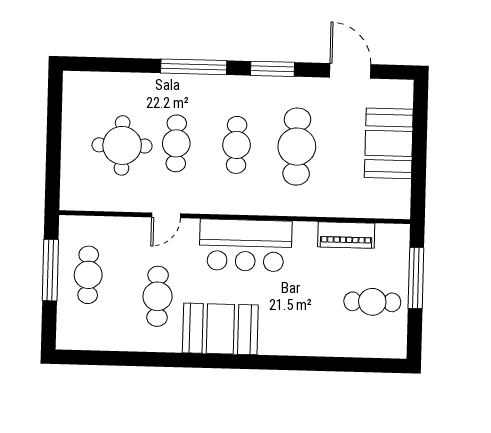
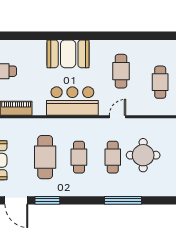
window: (194, 67) -> (123, 200), moved
window: (272, 69) -> (47, 200), moved
booth: (220, 329) -> (68, 54), moved

